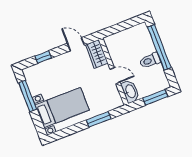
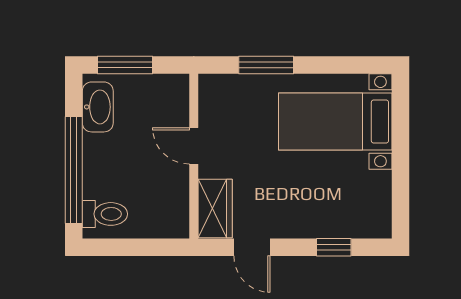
toilet: (150, 60) -> (105, 214), moved
washbasin: (130, 91) -> (98, 107), moved, turned 180
window: (28, 96) -> (400, 176), removed

